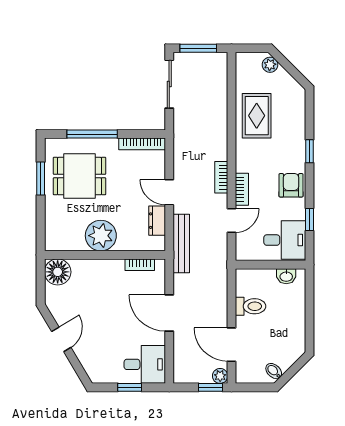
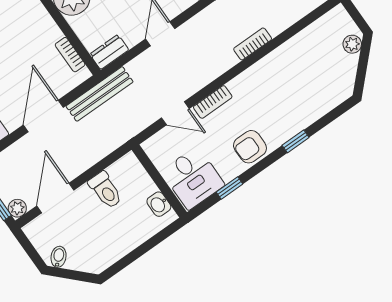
rug: (257, 116) -> (294, 66), removed
bookcase: (221, 177) -> (253, 44), moved
armchair: (291, 185) -> (250, 147), turned 180
dresser: (157, 221) -> (109, 52), moved
bench: (181, 243) -> (100, 94), moved

